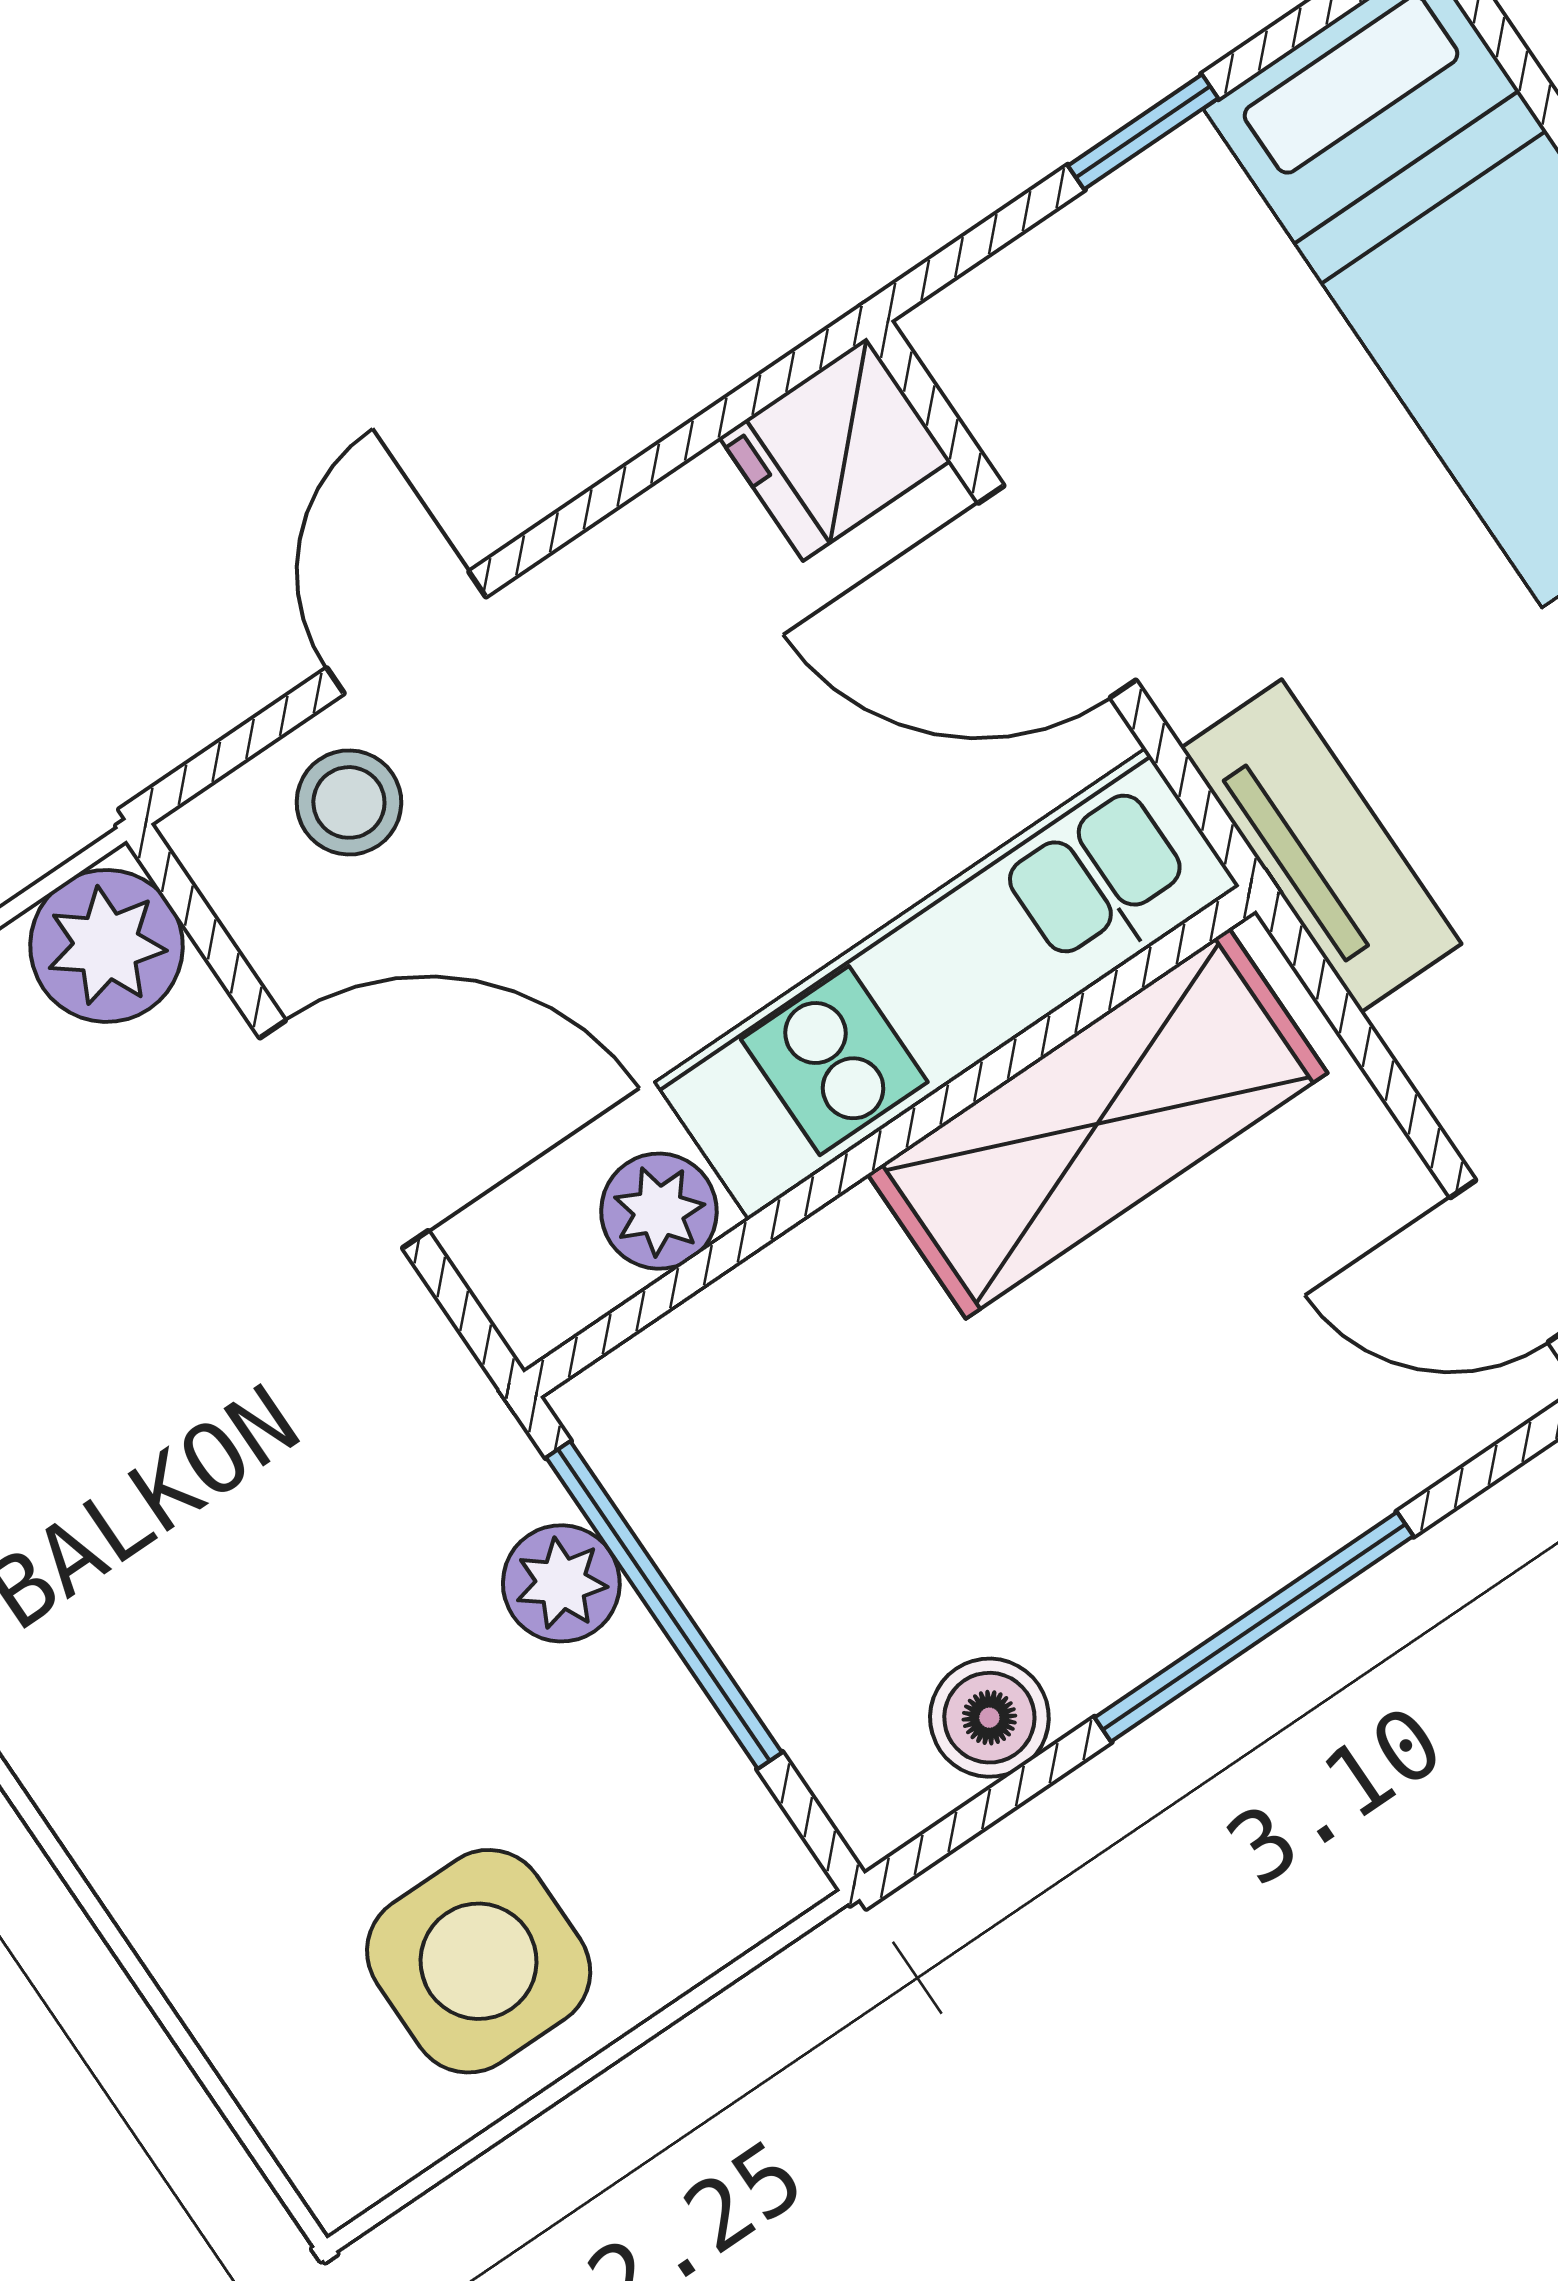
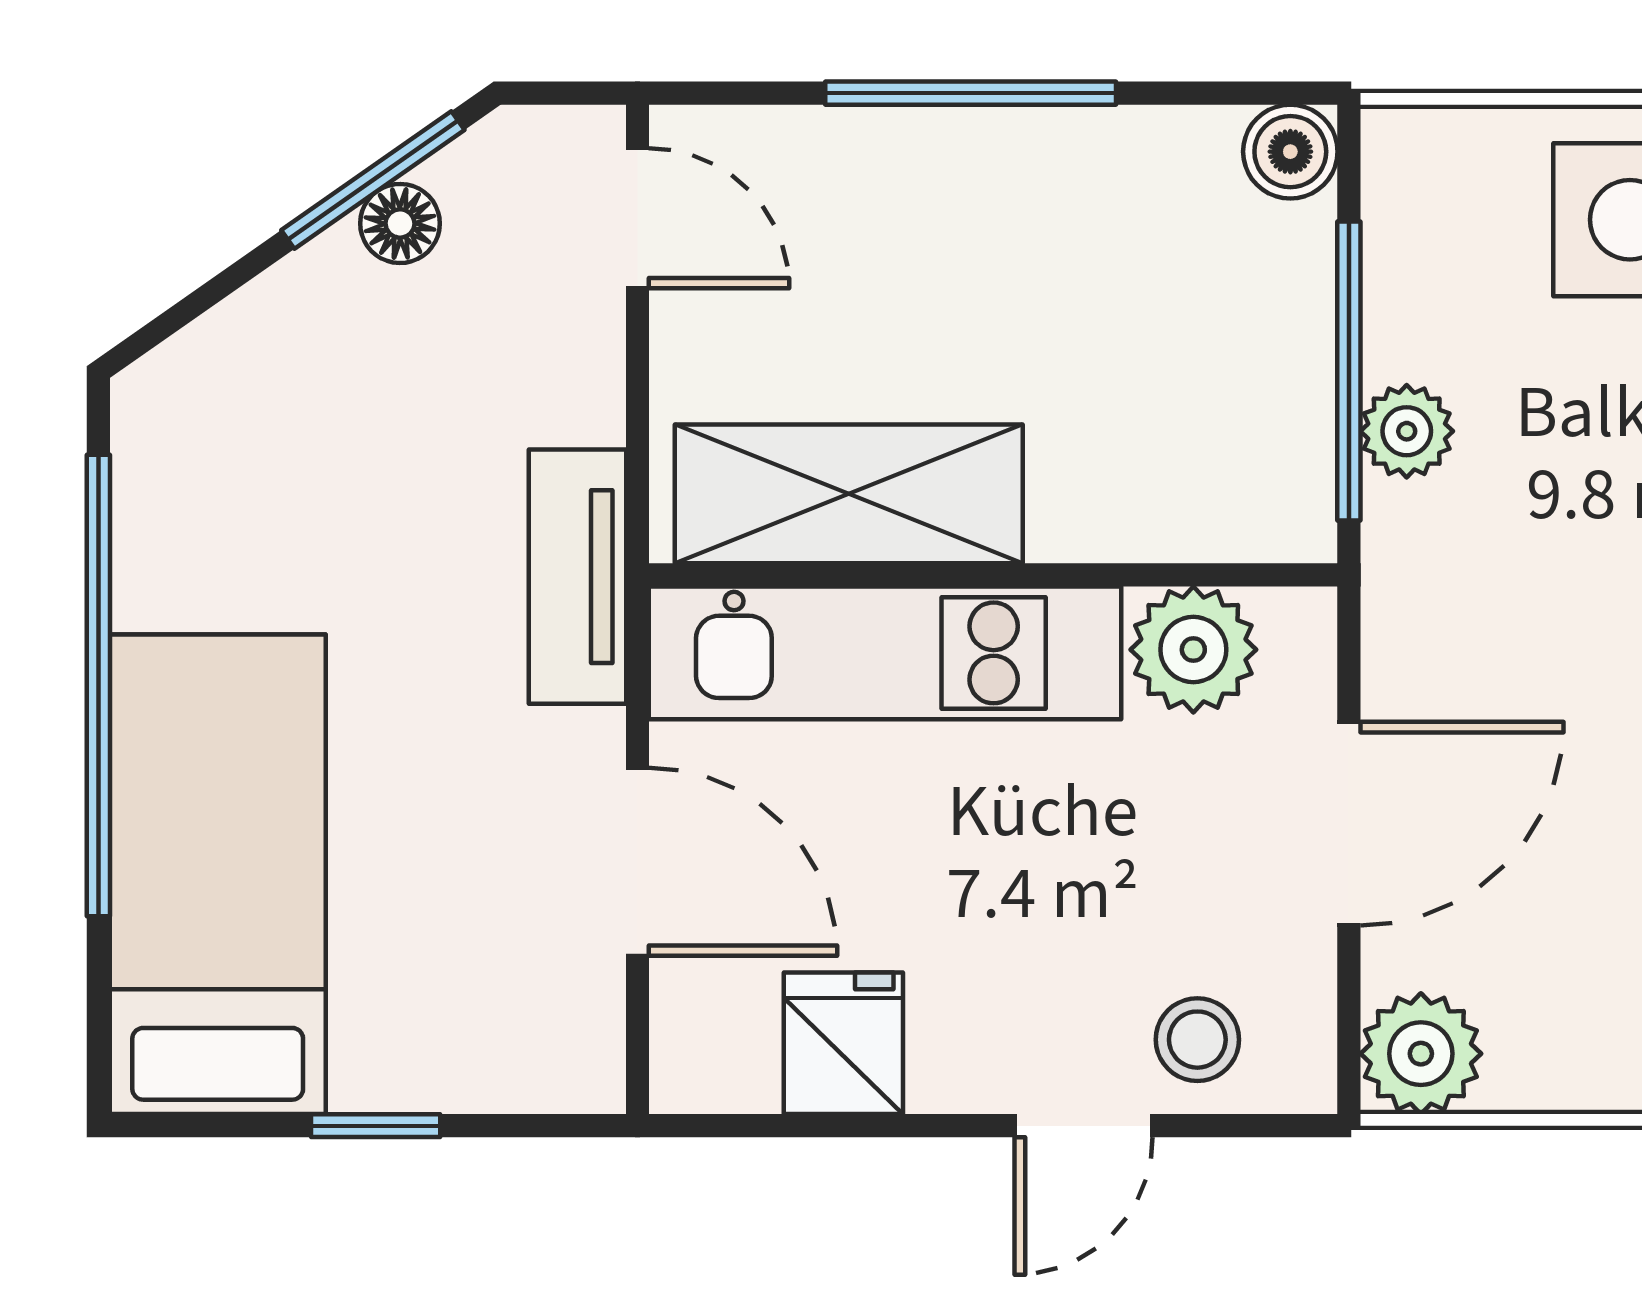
fridge: (835, 449) -> (843, 1043), moved, turned -90
door: (344, 1134) -> (1349, 824), swing flipped
plant: (659, 1211) -> (1193, 650), width x1.38, depth x1.38
boiler: (989, 1718) -> (1290, 152), moved

